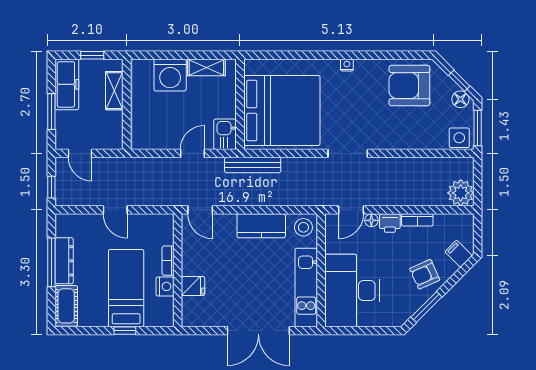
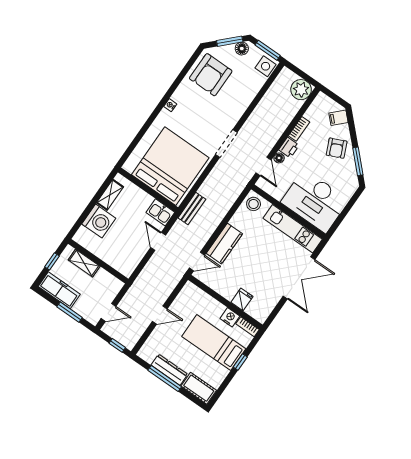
window: (459, 81) -> (230, 41), width x1.50
bench: (253, 165) -> (192, 209), width x0.73
kitchen counter: (261, 226) -> (224, 244), moved
bookcase: (168, 261) -> (248, 327), moved

